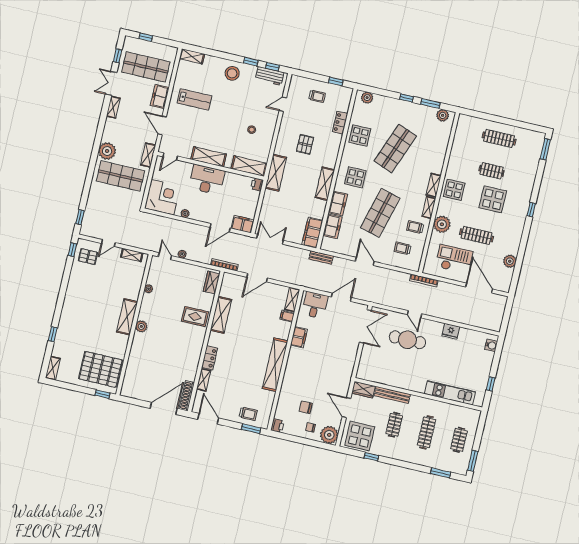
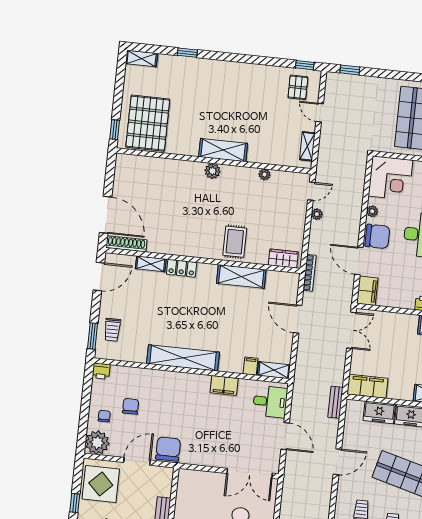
chair: (204, 212) -> (377, 236), added
chair: (340, 384) -> (168, 449), added
wardrobe: (363, 390) -> (164, 481), removed

